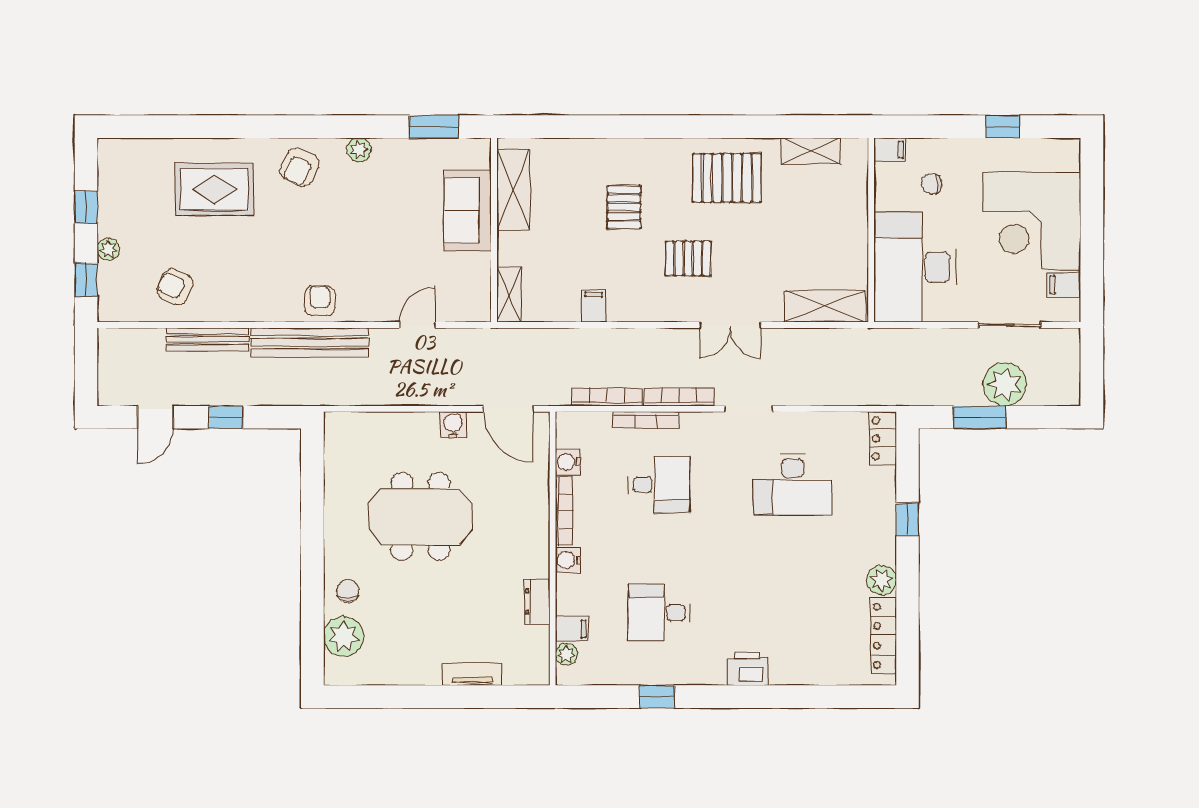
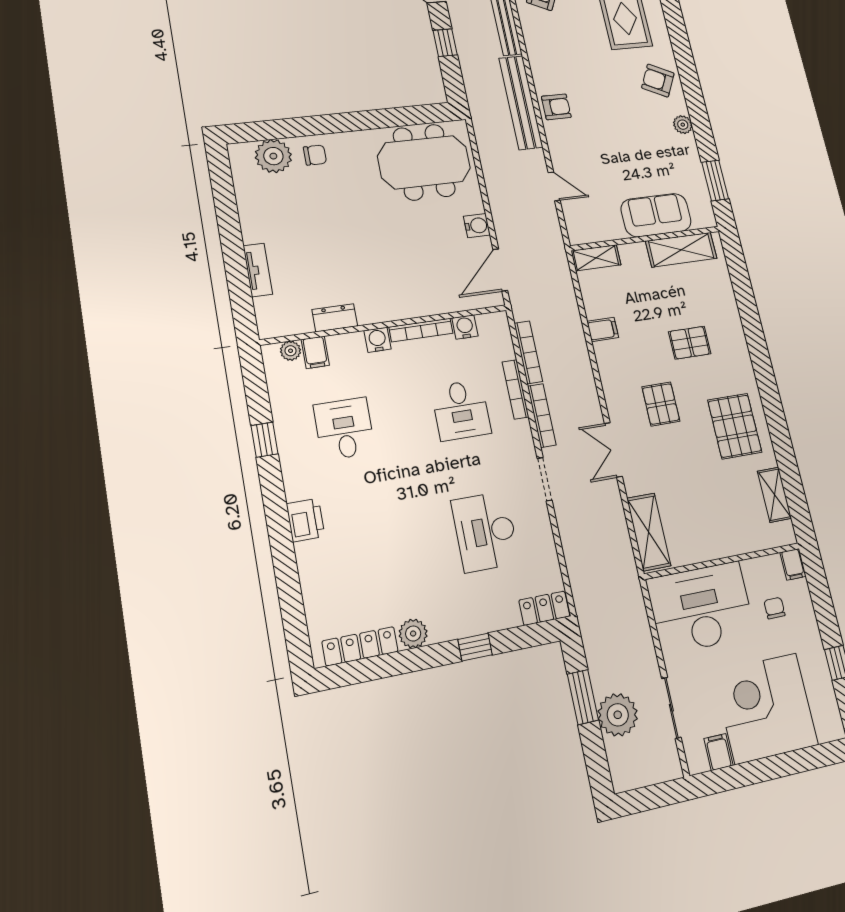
meeting table: (420, 517) -> (424, 162), moved, turned 90

